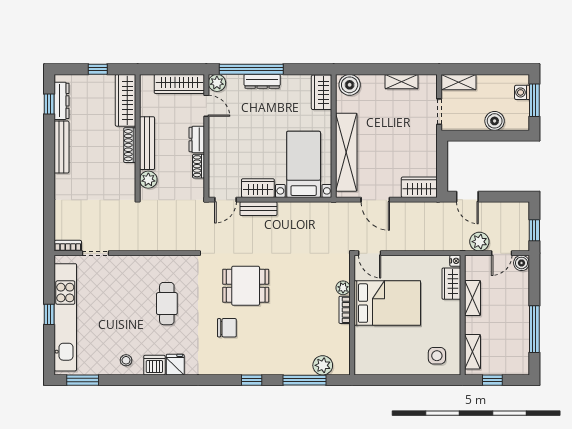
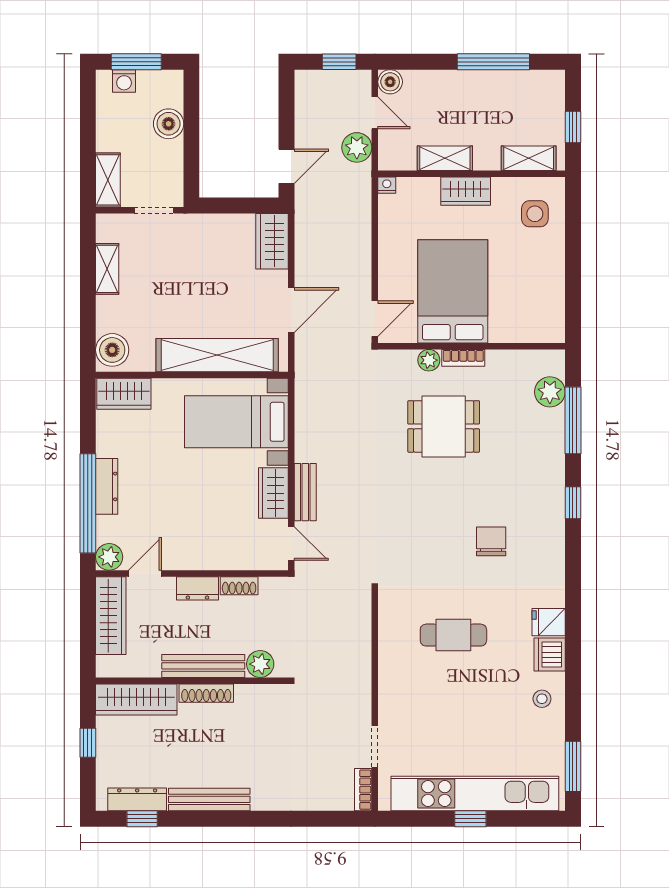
wardrobe: (451, 284) -> (466, 191), moved
dining table: (246, 286) -> (444, 426), moved, turned 90

